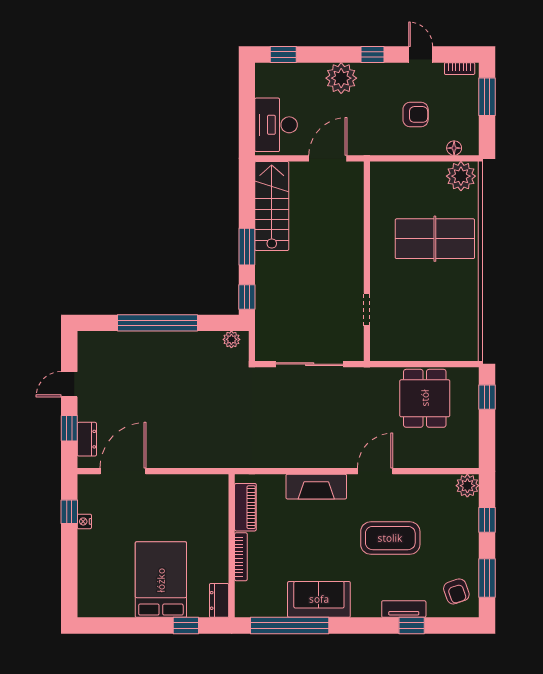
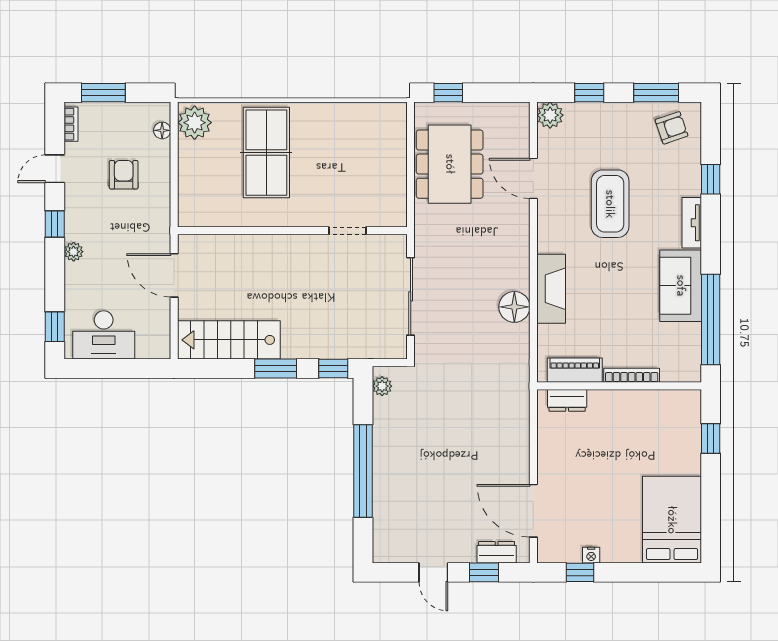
plant: (341, 78) -> (74, 252), width x0.53, depth x0.53
desk: (276, 125) -> (104, 335), moved
dining table: (425, 398) -> (450, 164), width x1.38
floor lamp: (300, 455) -> (514, 307), added
door: (375, 471) -> (533, 178), moved
bed: (161, 580) -> (672, 520), moved, turned 90
dresser: (219, 600) -> (567, 400), moved
tv unit: (404, 609) -> (692, 223), moved

